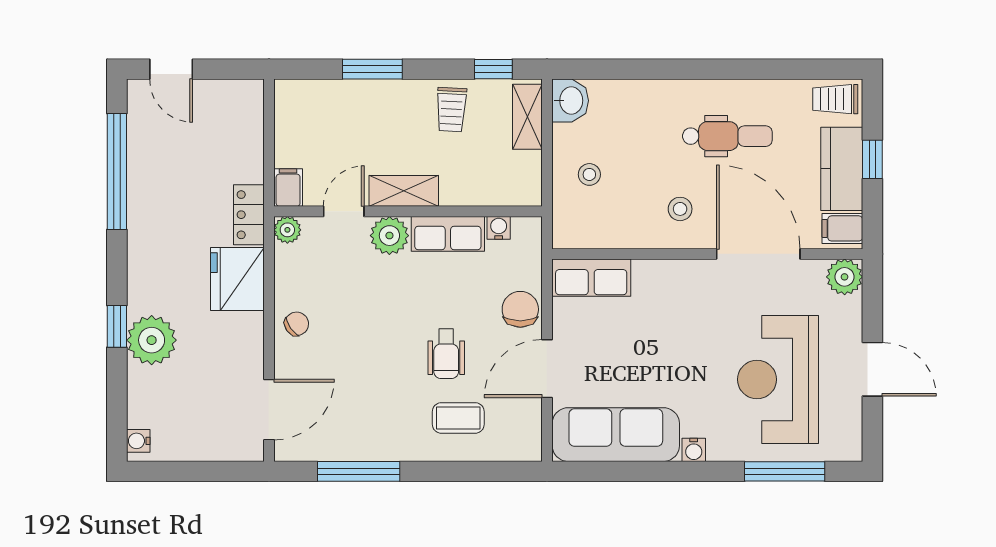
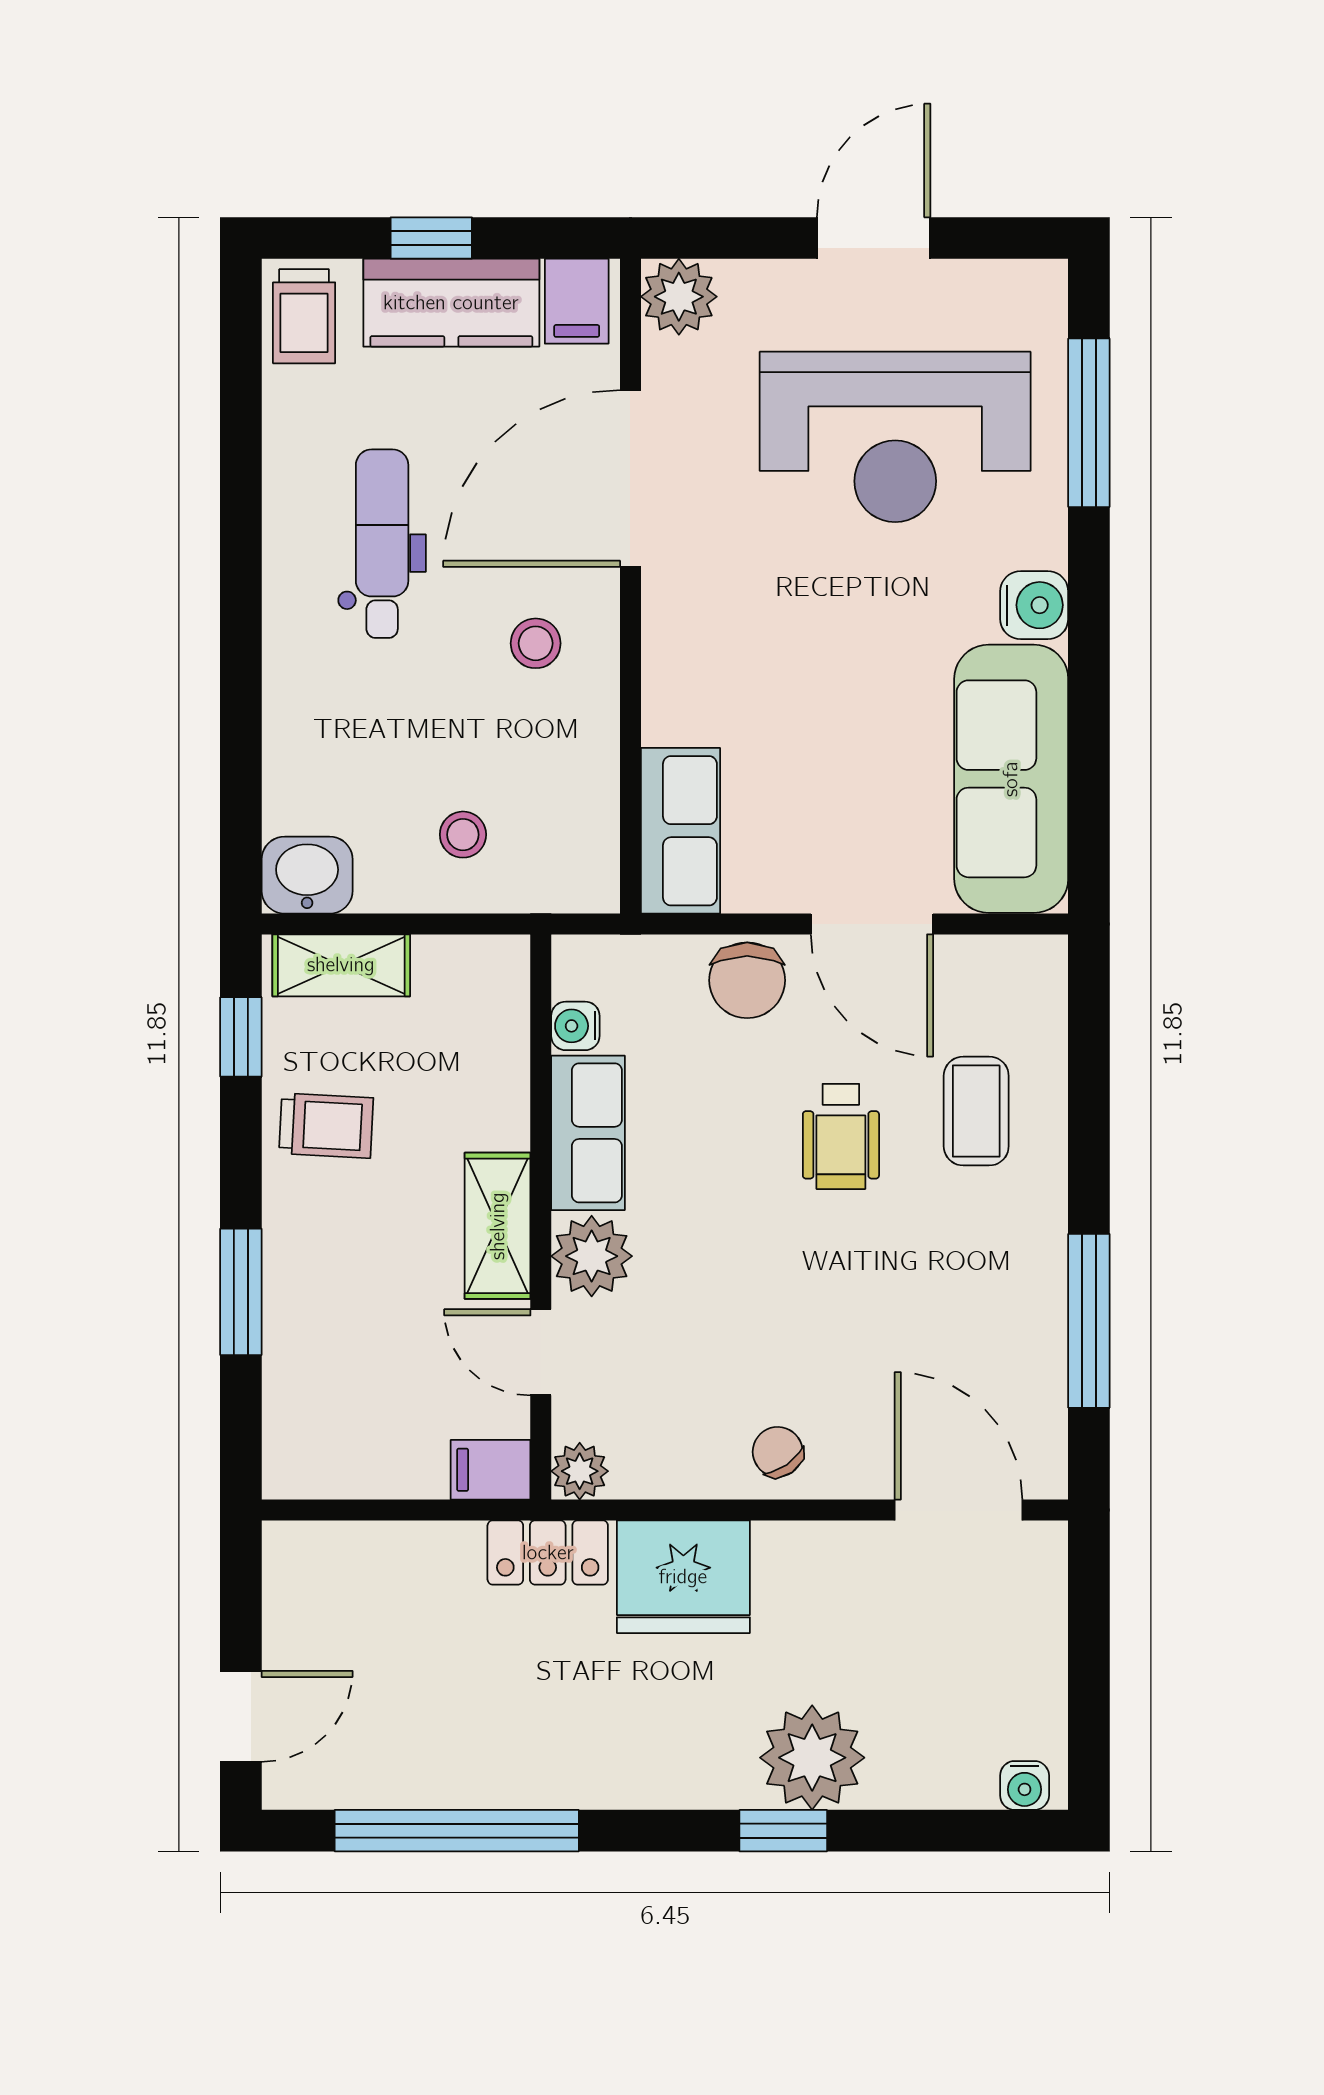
chair: (520, 309) -> (747, 980), turned -90
wheelchair: (446, 354) -> (841, 1136), turned 90
water cooler: (694, 450) -> (1034, 605), width x1.38, depth x1.38

